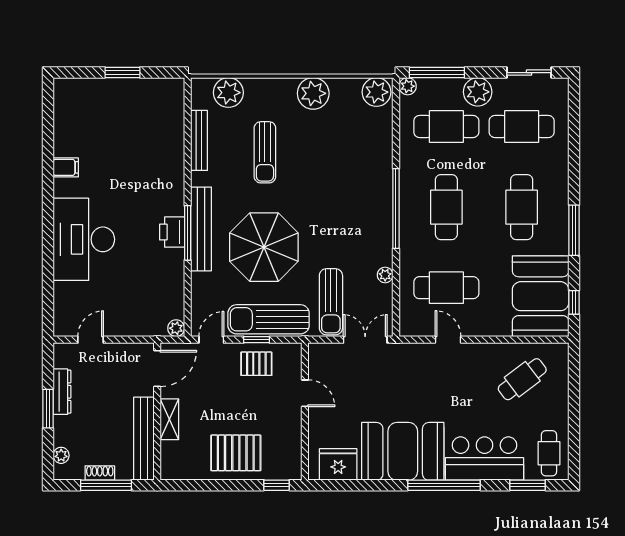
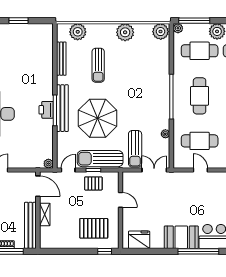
door: (157, 369) -> (38, 186), hinge flipped
booth: (403, 451) -> (181, 237), width x0.73, depth x0.70
pallet: (236, 453) -> (94, 228), moved

